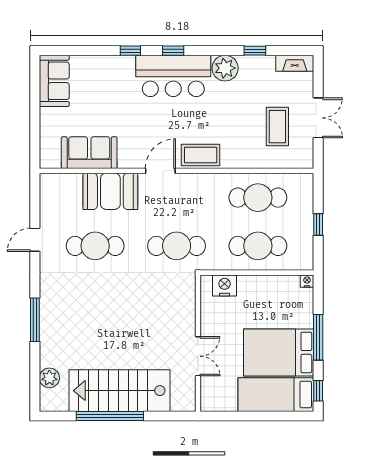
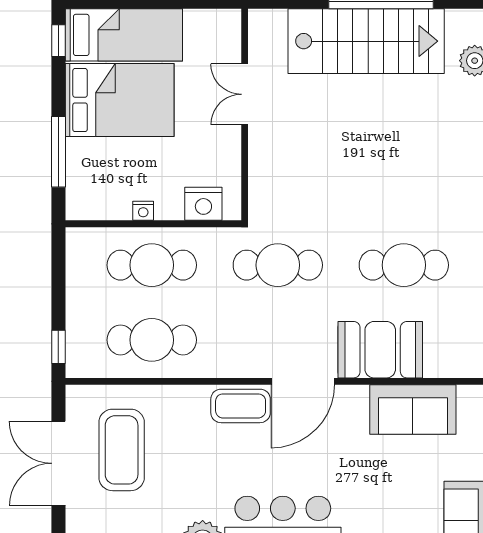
double door: (318, 118) -> (58, 463), width x1.37
coffee table: (277, 127) -> (122, 450), width x1.36, depth x1.32
door: (160, 171) -> (303, 381), width x1.36
window: (318, 225) -> (58, 347), moved
nightstand: (307, 281) -> (143, 211), moved
window: (318, 337) -> (58, 152), moved

